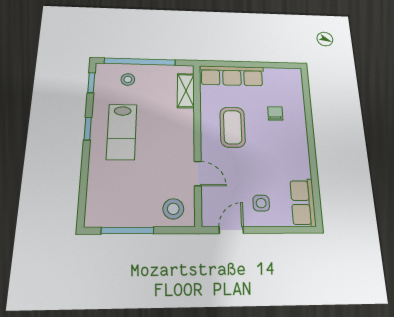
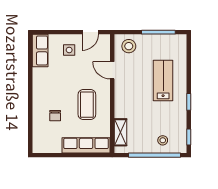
lab bench: (122, 132) -> (163, 80), moved

